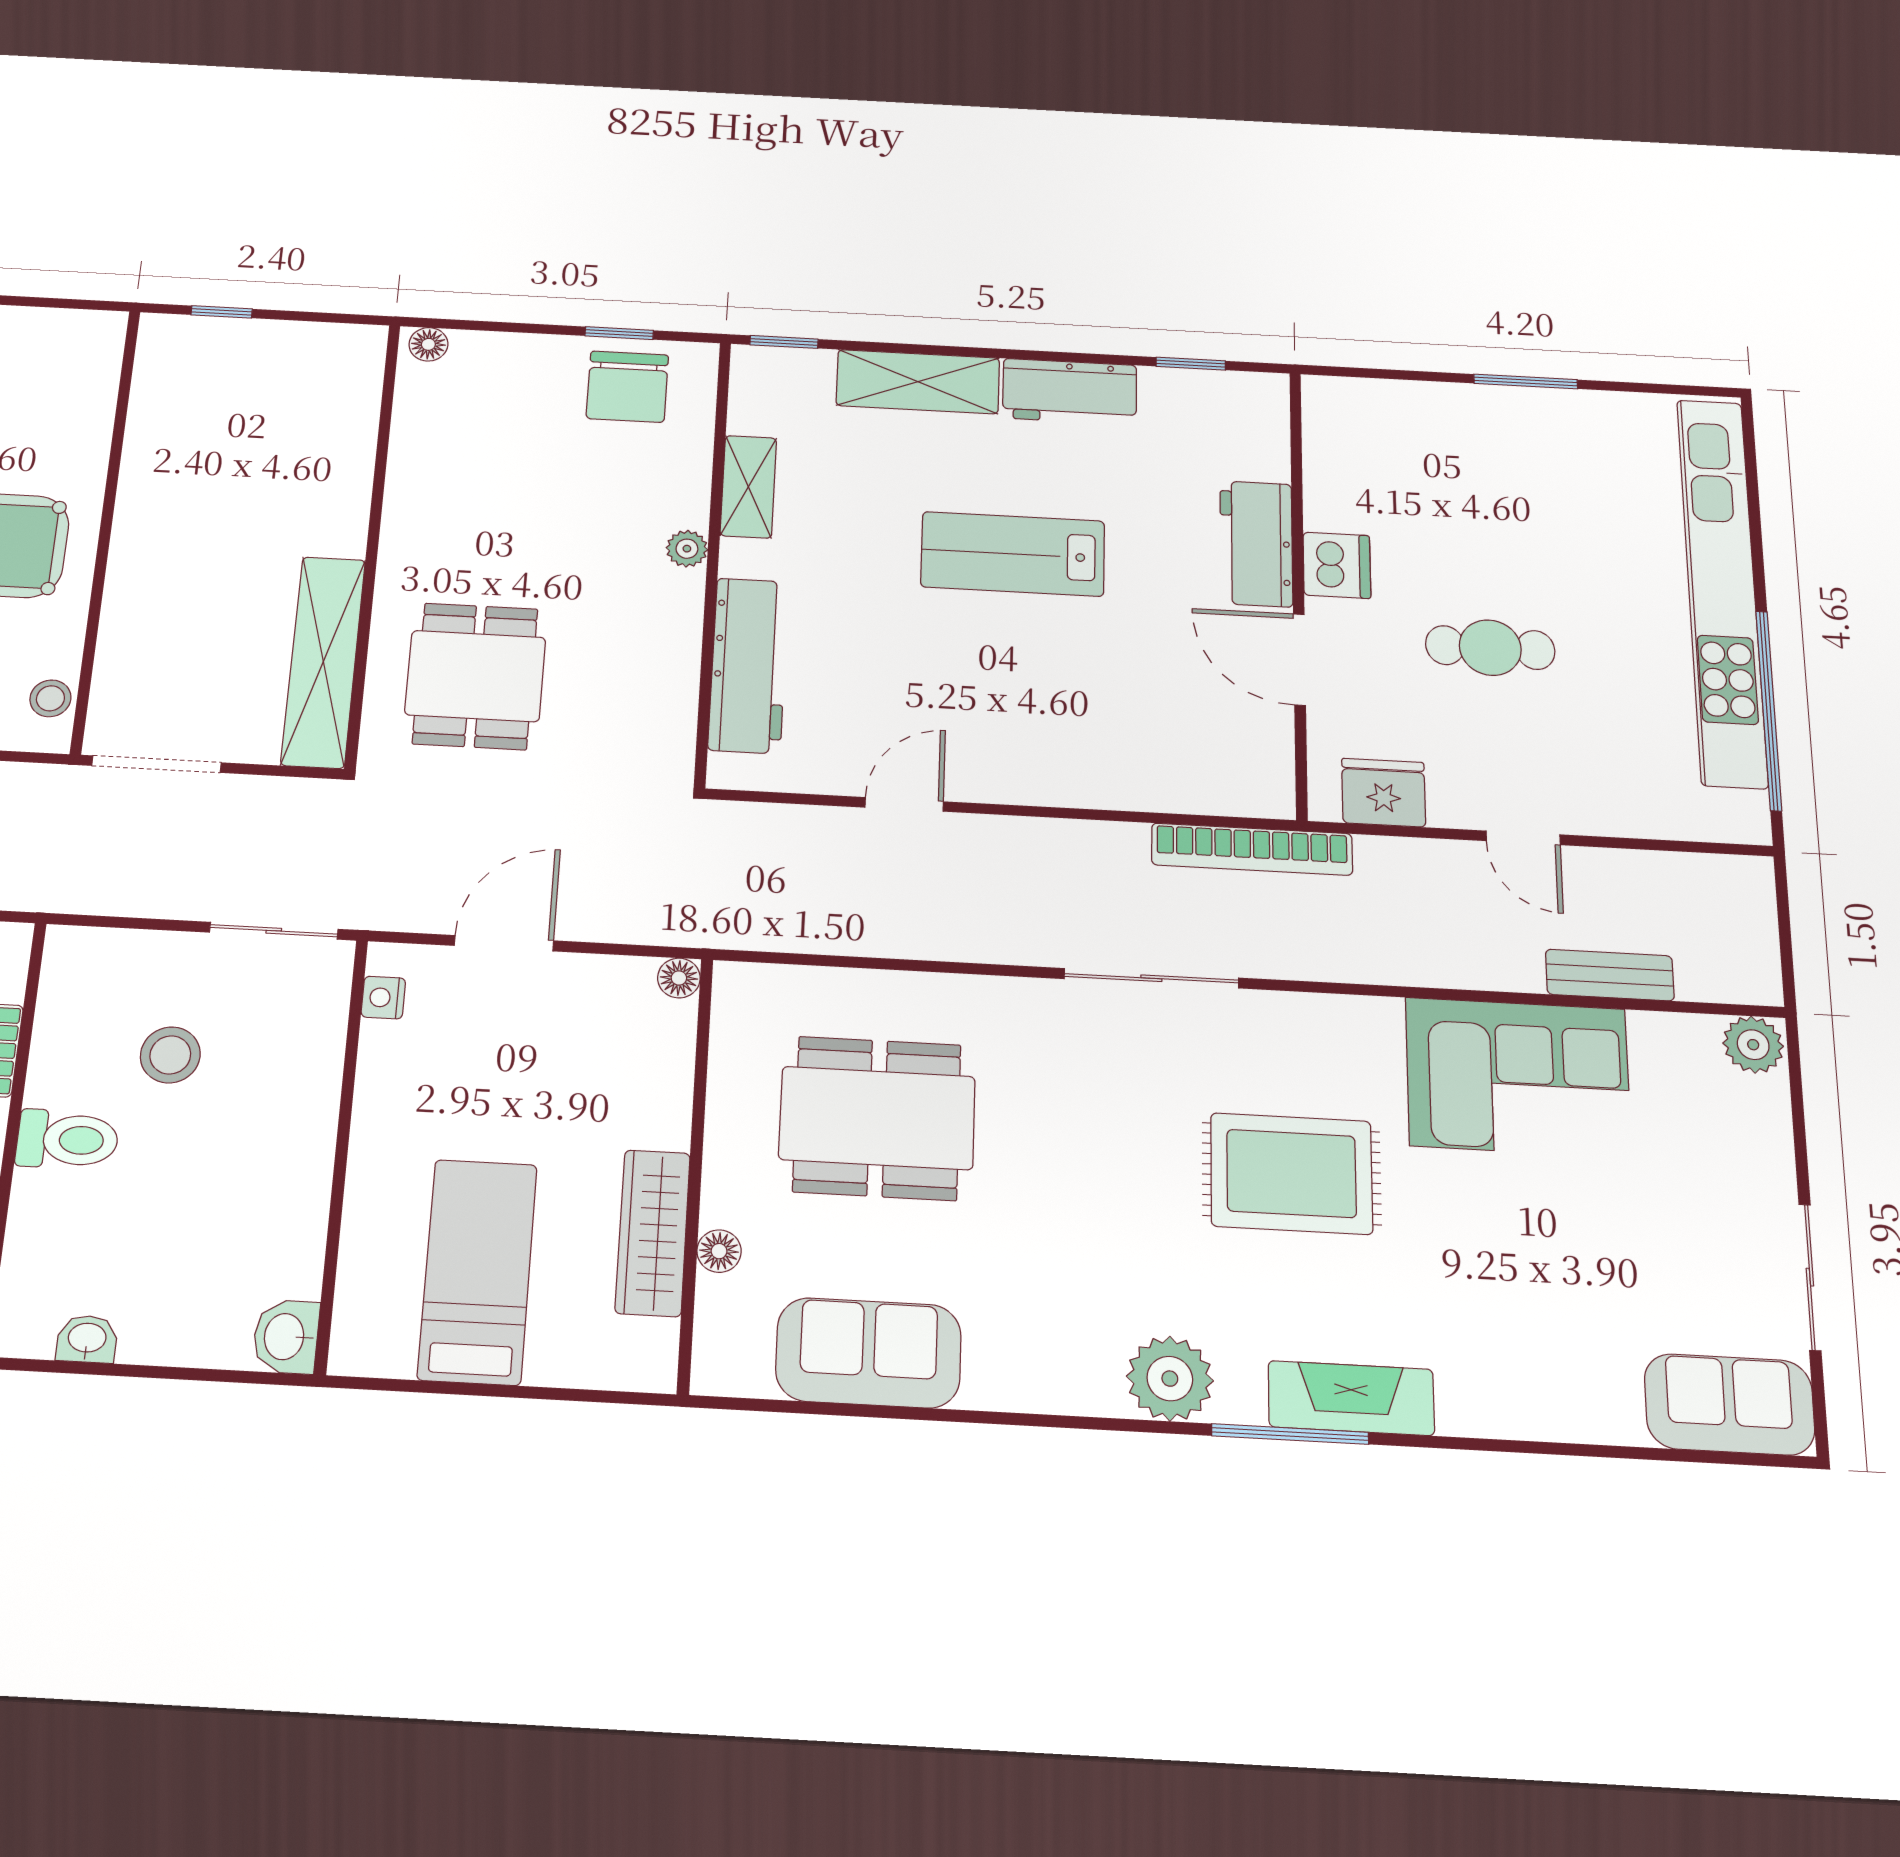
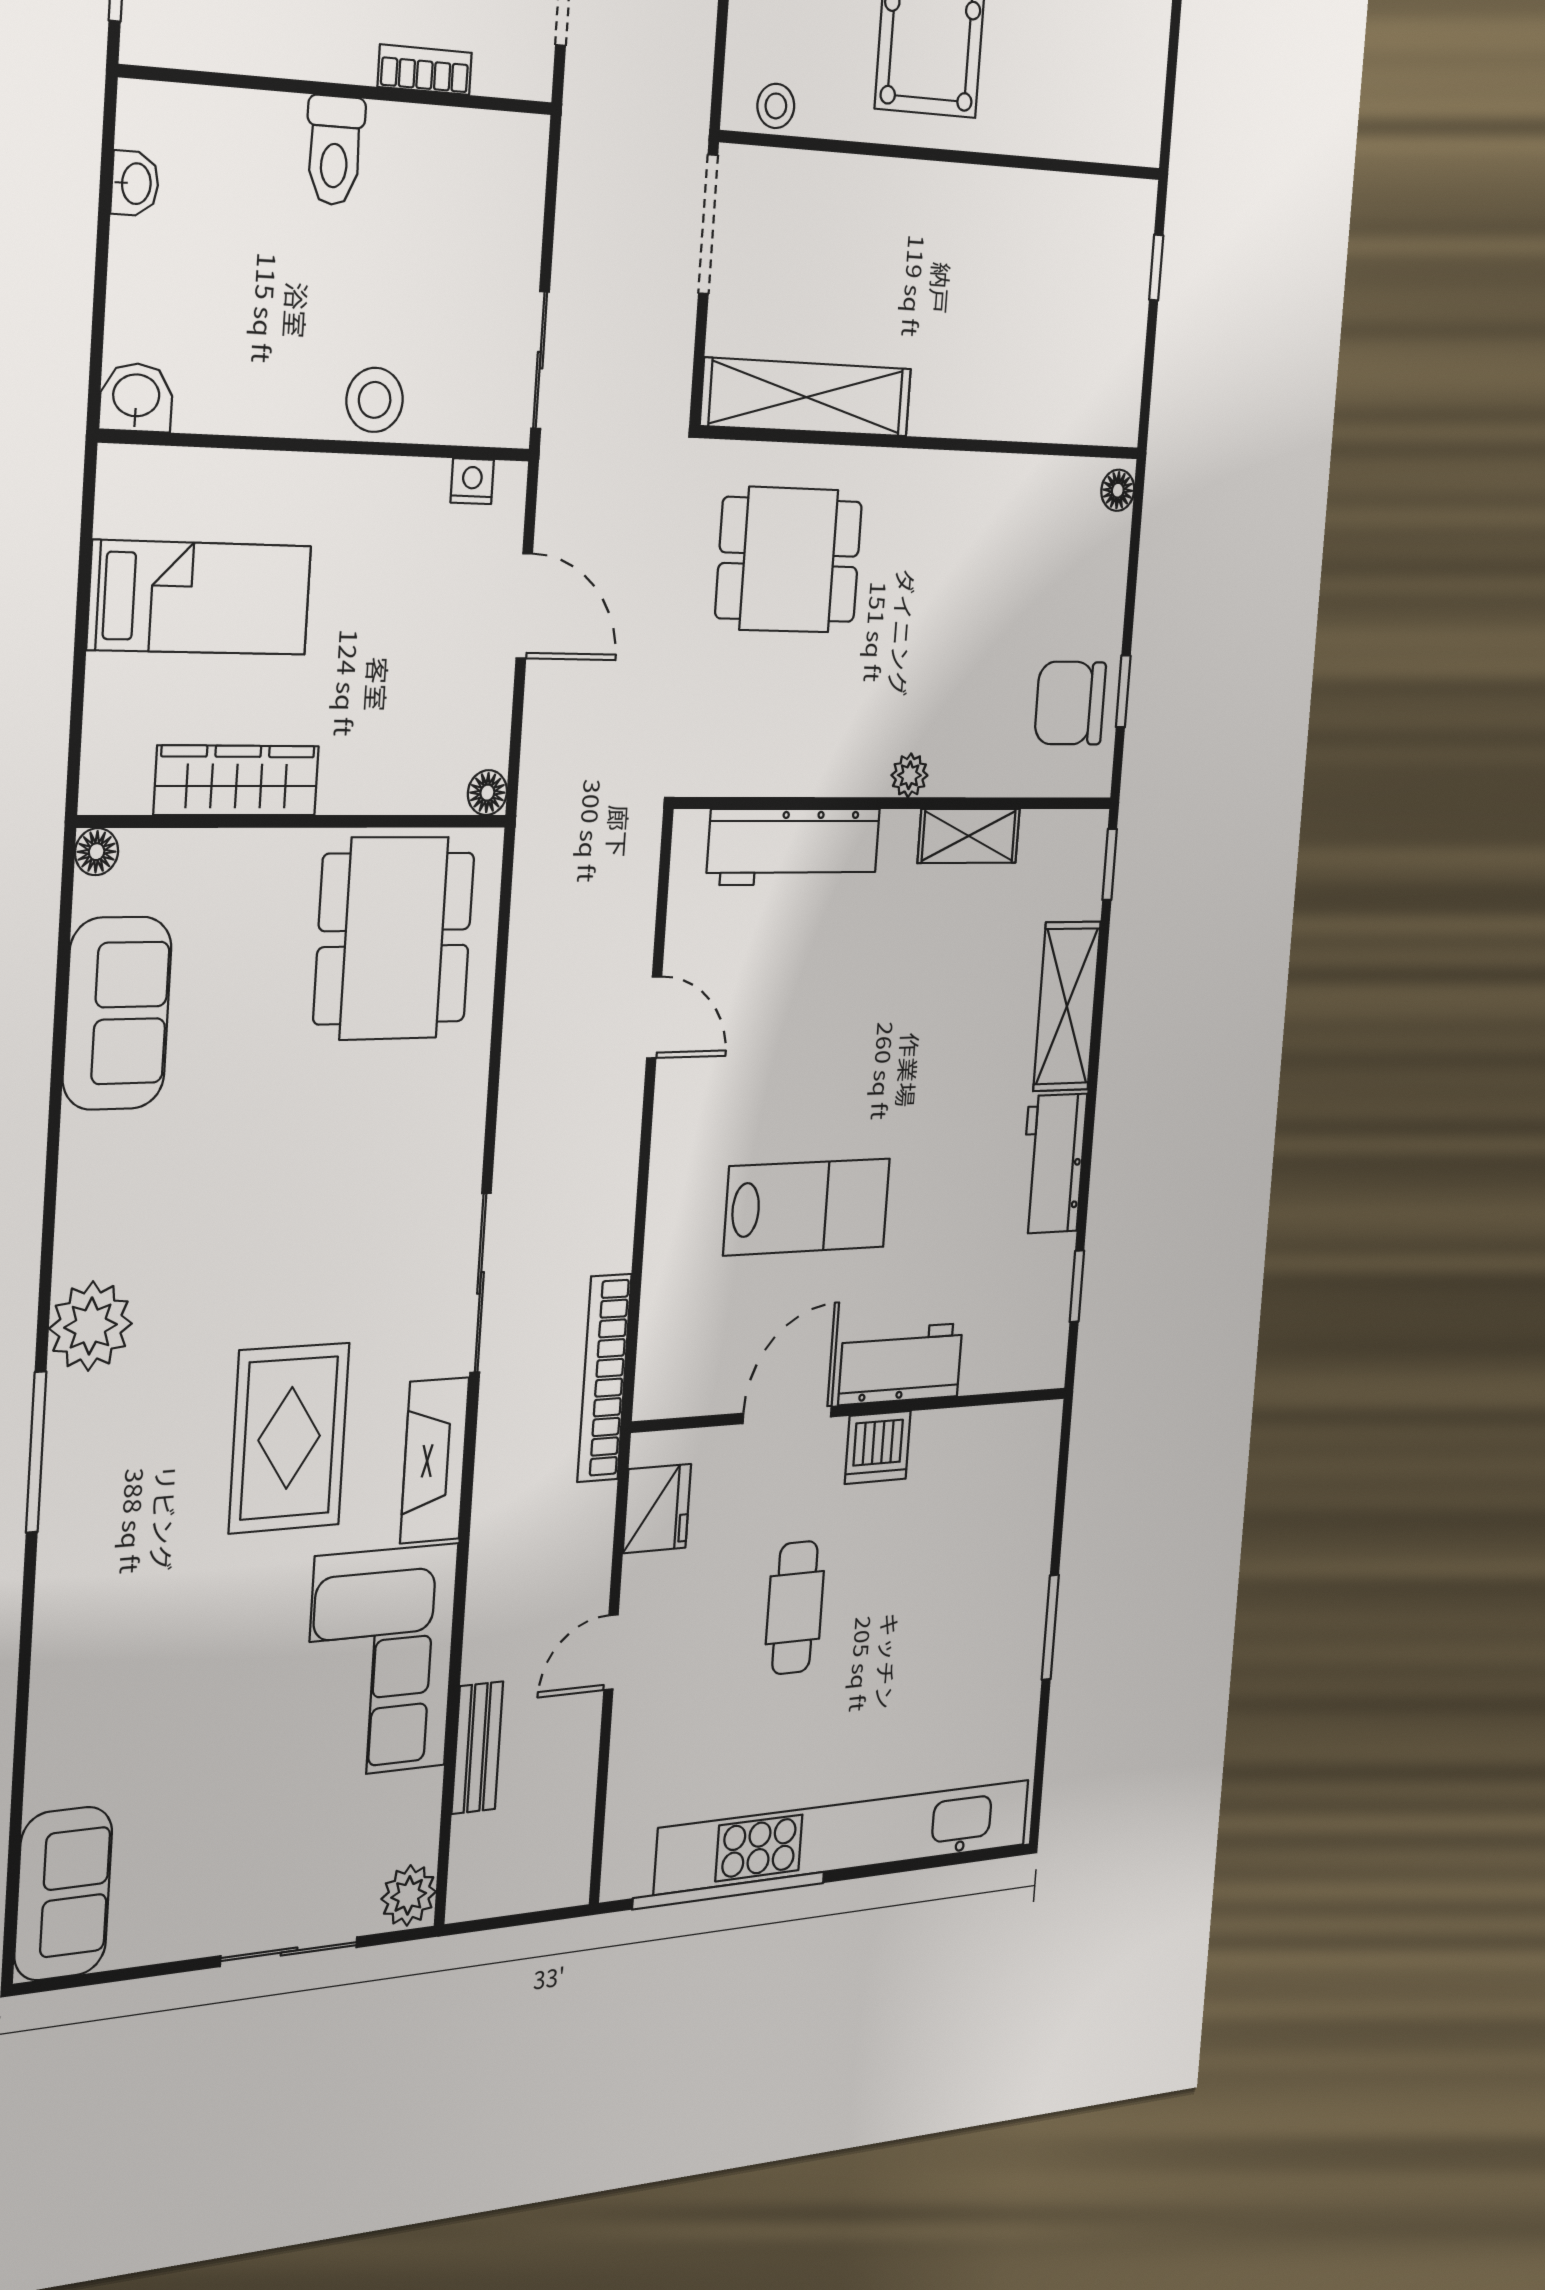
lab bench: (1013, 554) -> (807, 1207), moved, turned 90
stool: (170, 1055) -> (375, 400), moved
dining table: (877, 1118) -> (394, 938), moved
floor lamp: (719, 1251) -> (97, 852), moved
sliding door: (1810, 1277) -> (289, 1952), moved
fireplace: (1351, 1398) -> (435, 1460), moved, turned 180

